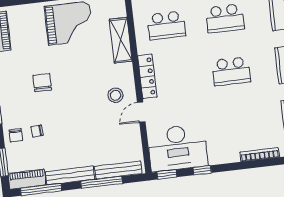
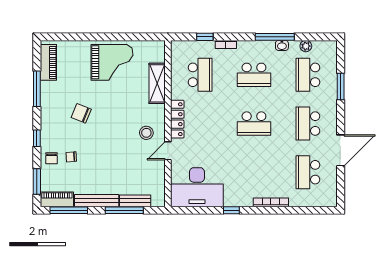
school desk: (166, 25) -> (200, 75), turned -90
chair: (42, 83) -> (81, 113), turned -68
bench: (118, 170) -> (135, 201), width x0.73
window: (202, 170) -> (231, 210), moved
window: (167, 174) -> (185, 210), removed

